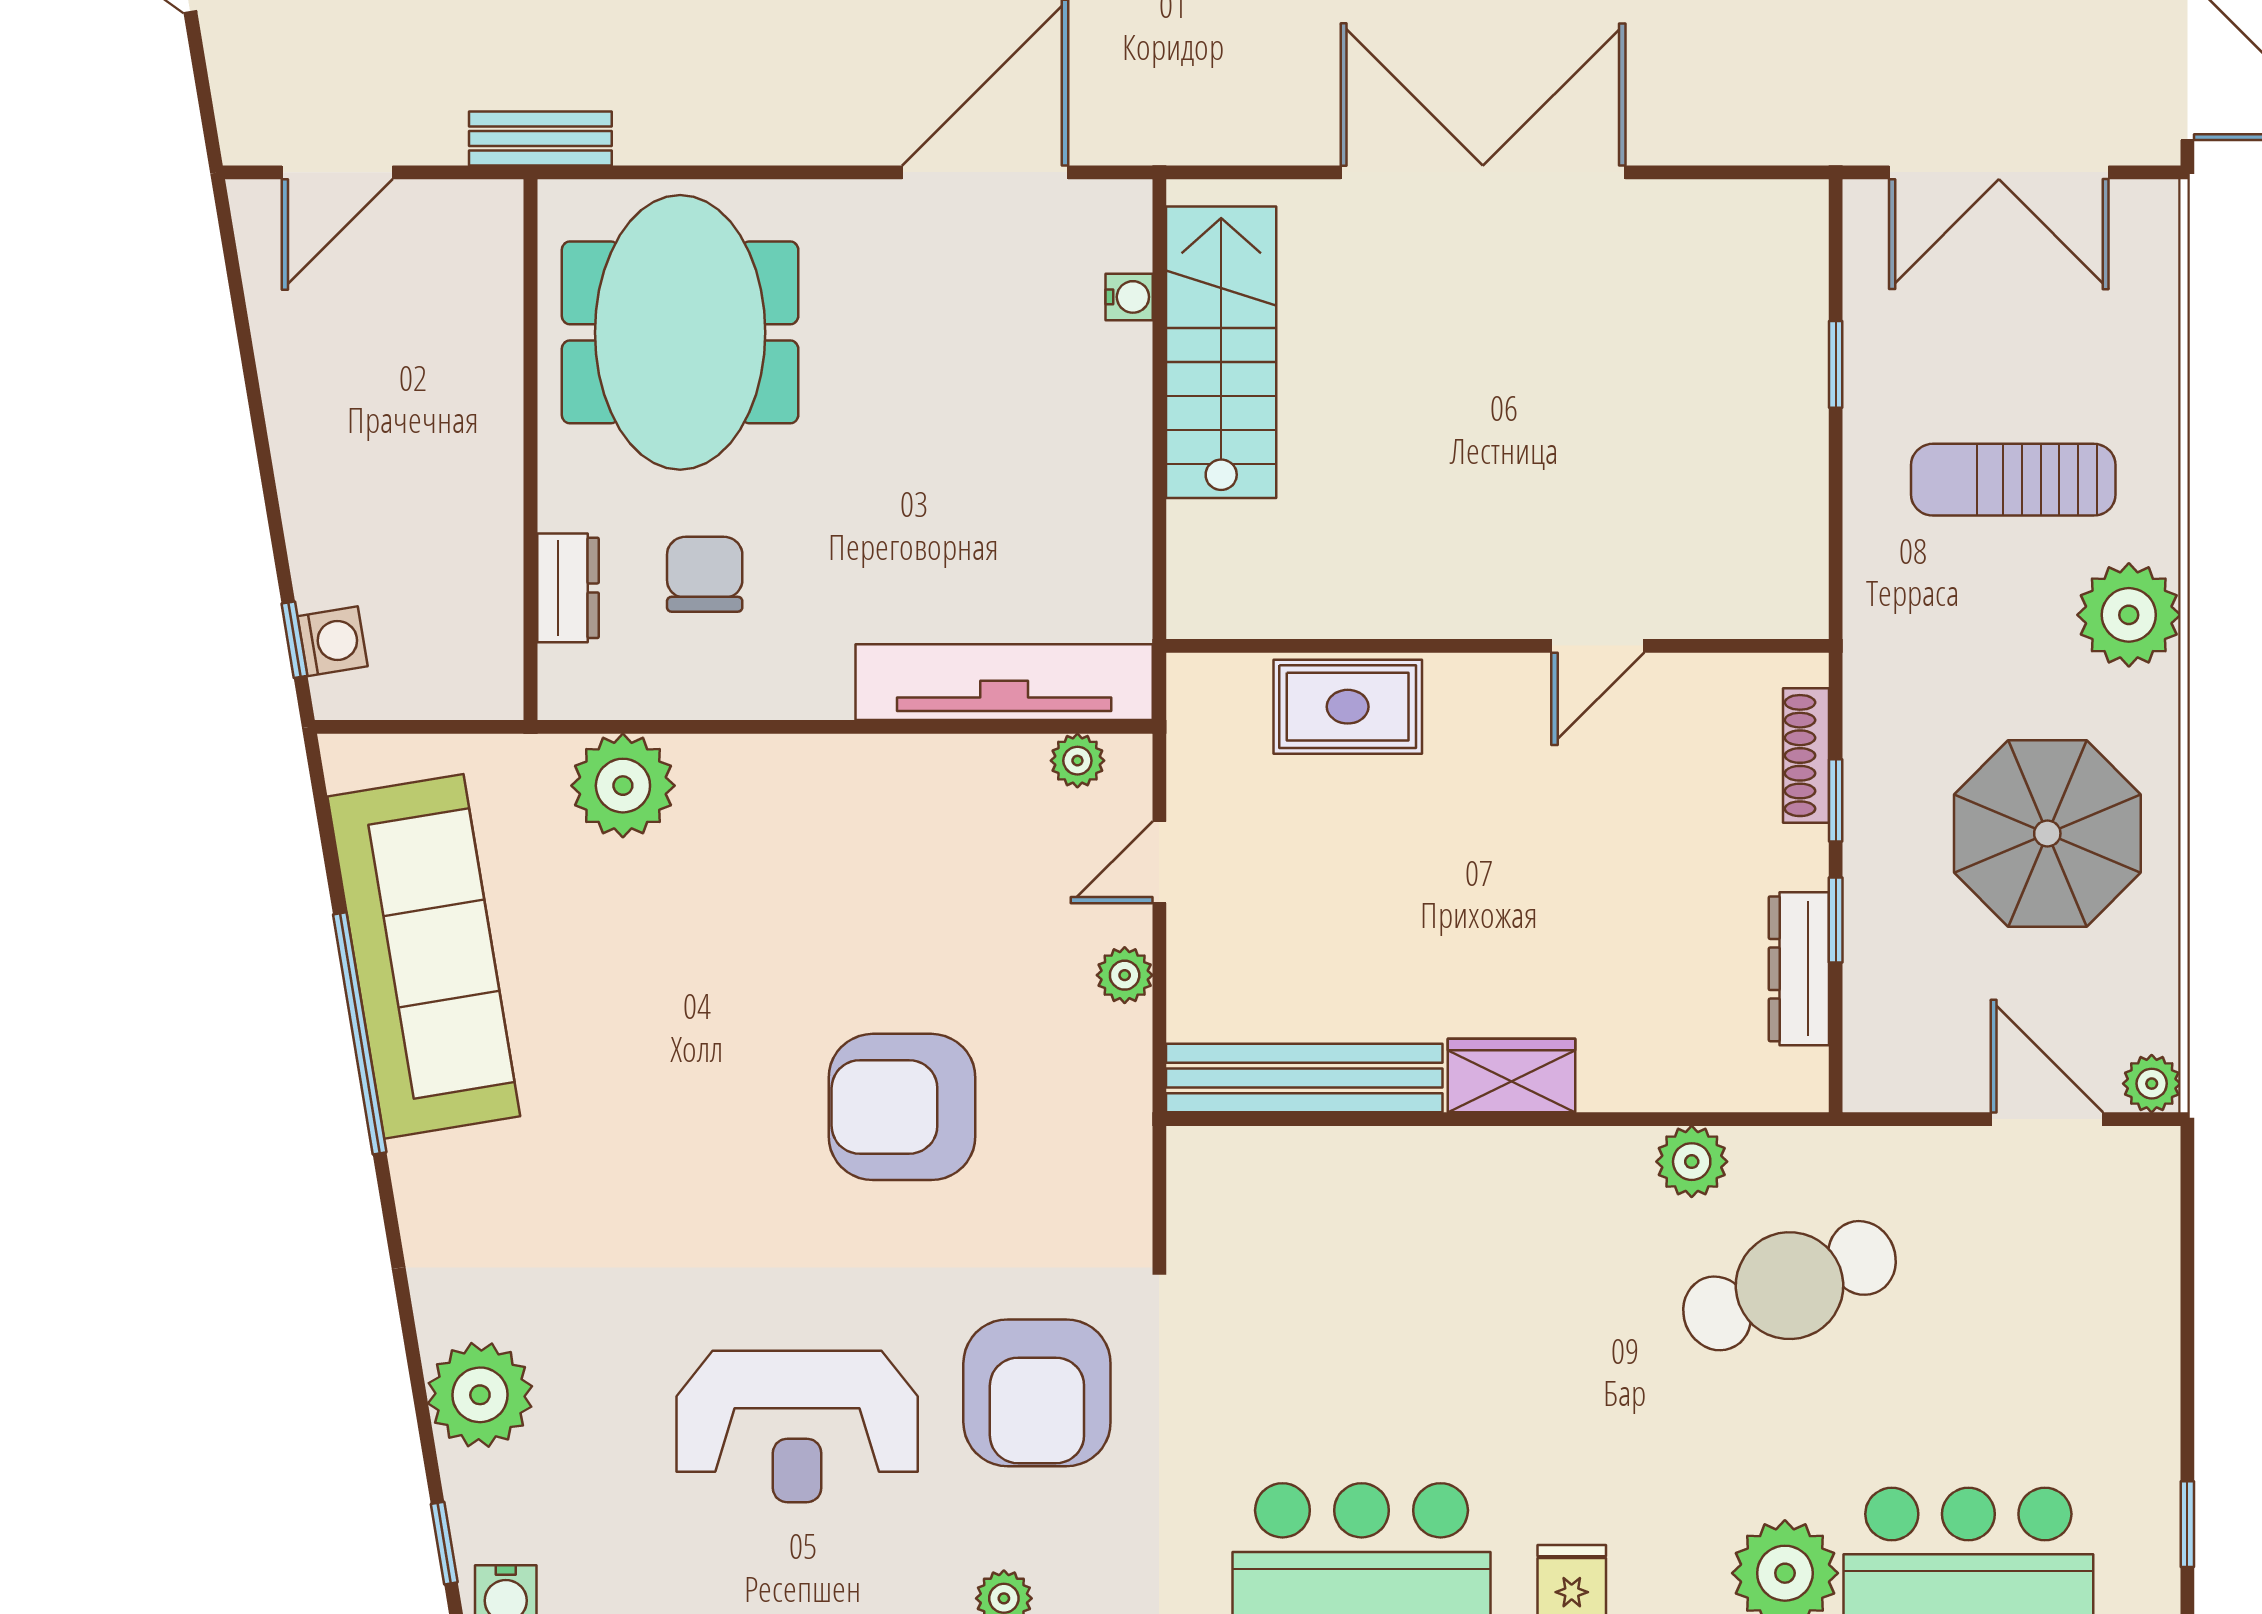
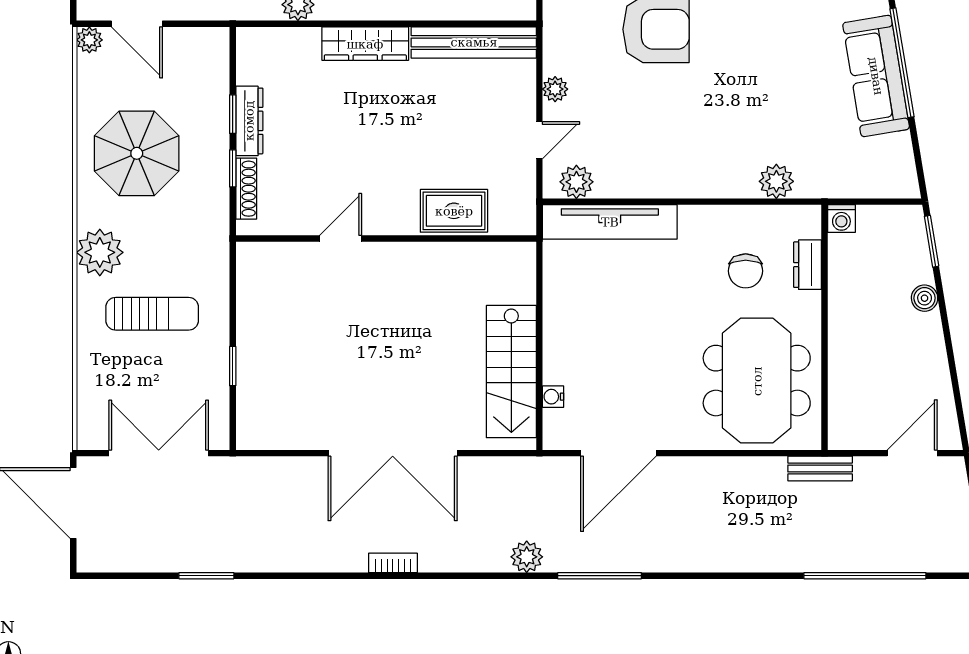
boiler: (310, 514) -> (925, 298), added
window: (294, 640) -> (932, 241), width x1.50
washing machine: (333, 641) -> (841, 219), moved, turned -81
plant: (1077, 761) -> (576, 182), width x1.38, depth x1.38
plant: (623, 786) -> (776, 181), width x0.73, depth x0.73
sofa: (424, 956) -> (876, 76), width x0.74, depth x0.79
dresser: (1799, 969) -> (249, 121), moved
wardrobe: (1511, 1075) -> (365, 44), width x1.50

